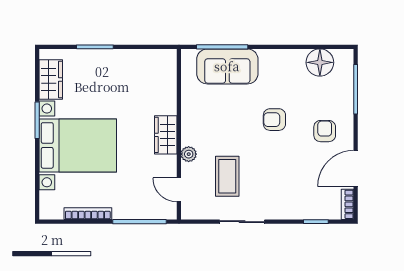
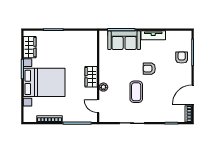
tv unit: (282, 57) -> (153, 35), added
floor lamp: (320, 62) -> (173, 38), removed
armchair: (325, 131) -> (182, 58), moved
coffee table: (227, 176) -> (136, 92), moved

